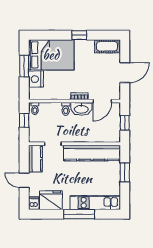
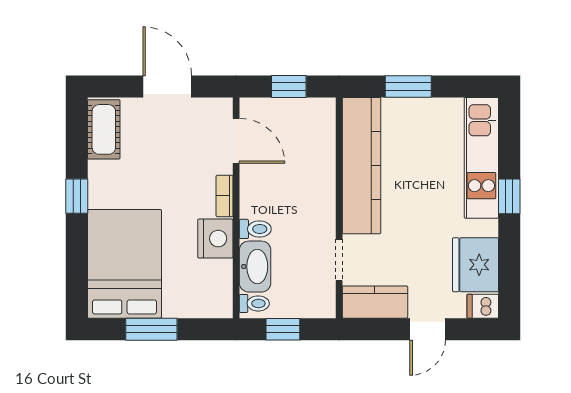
nightstand: (36, 79) -> (215, 239), moved, turned -90
washbasin: (81, 109) -> (255, 267), moved
window: (79, 214) -> (509, 196), width x0.46

